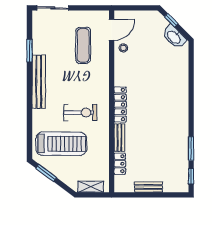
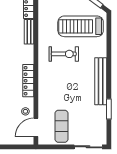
exercise mat: (83, 45) -> (62, 126), moved
locker: (120, 104) -> (28, 81), moved
exercise bike: (80, 113) -> (64, 54), turned 180

